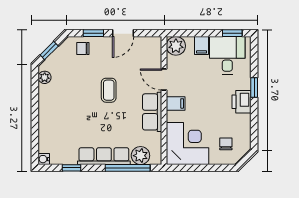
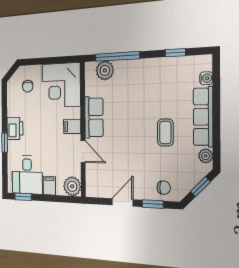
coffee table: (109, 90) -> (165, 133), moved
row of seats: (104, 156) -> (203, 117), moved, turned 90
water cooler: (44, 159) -> (206, 78), moved

